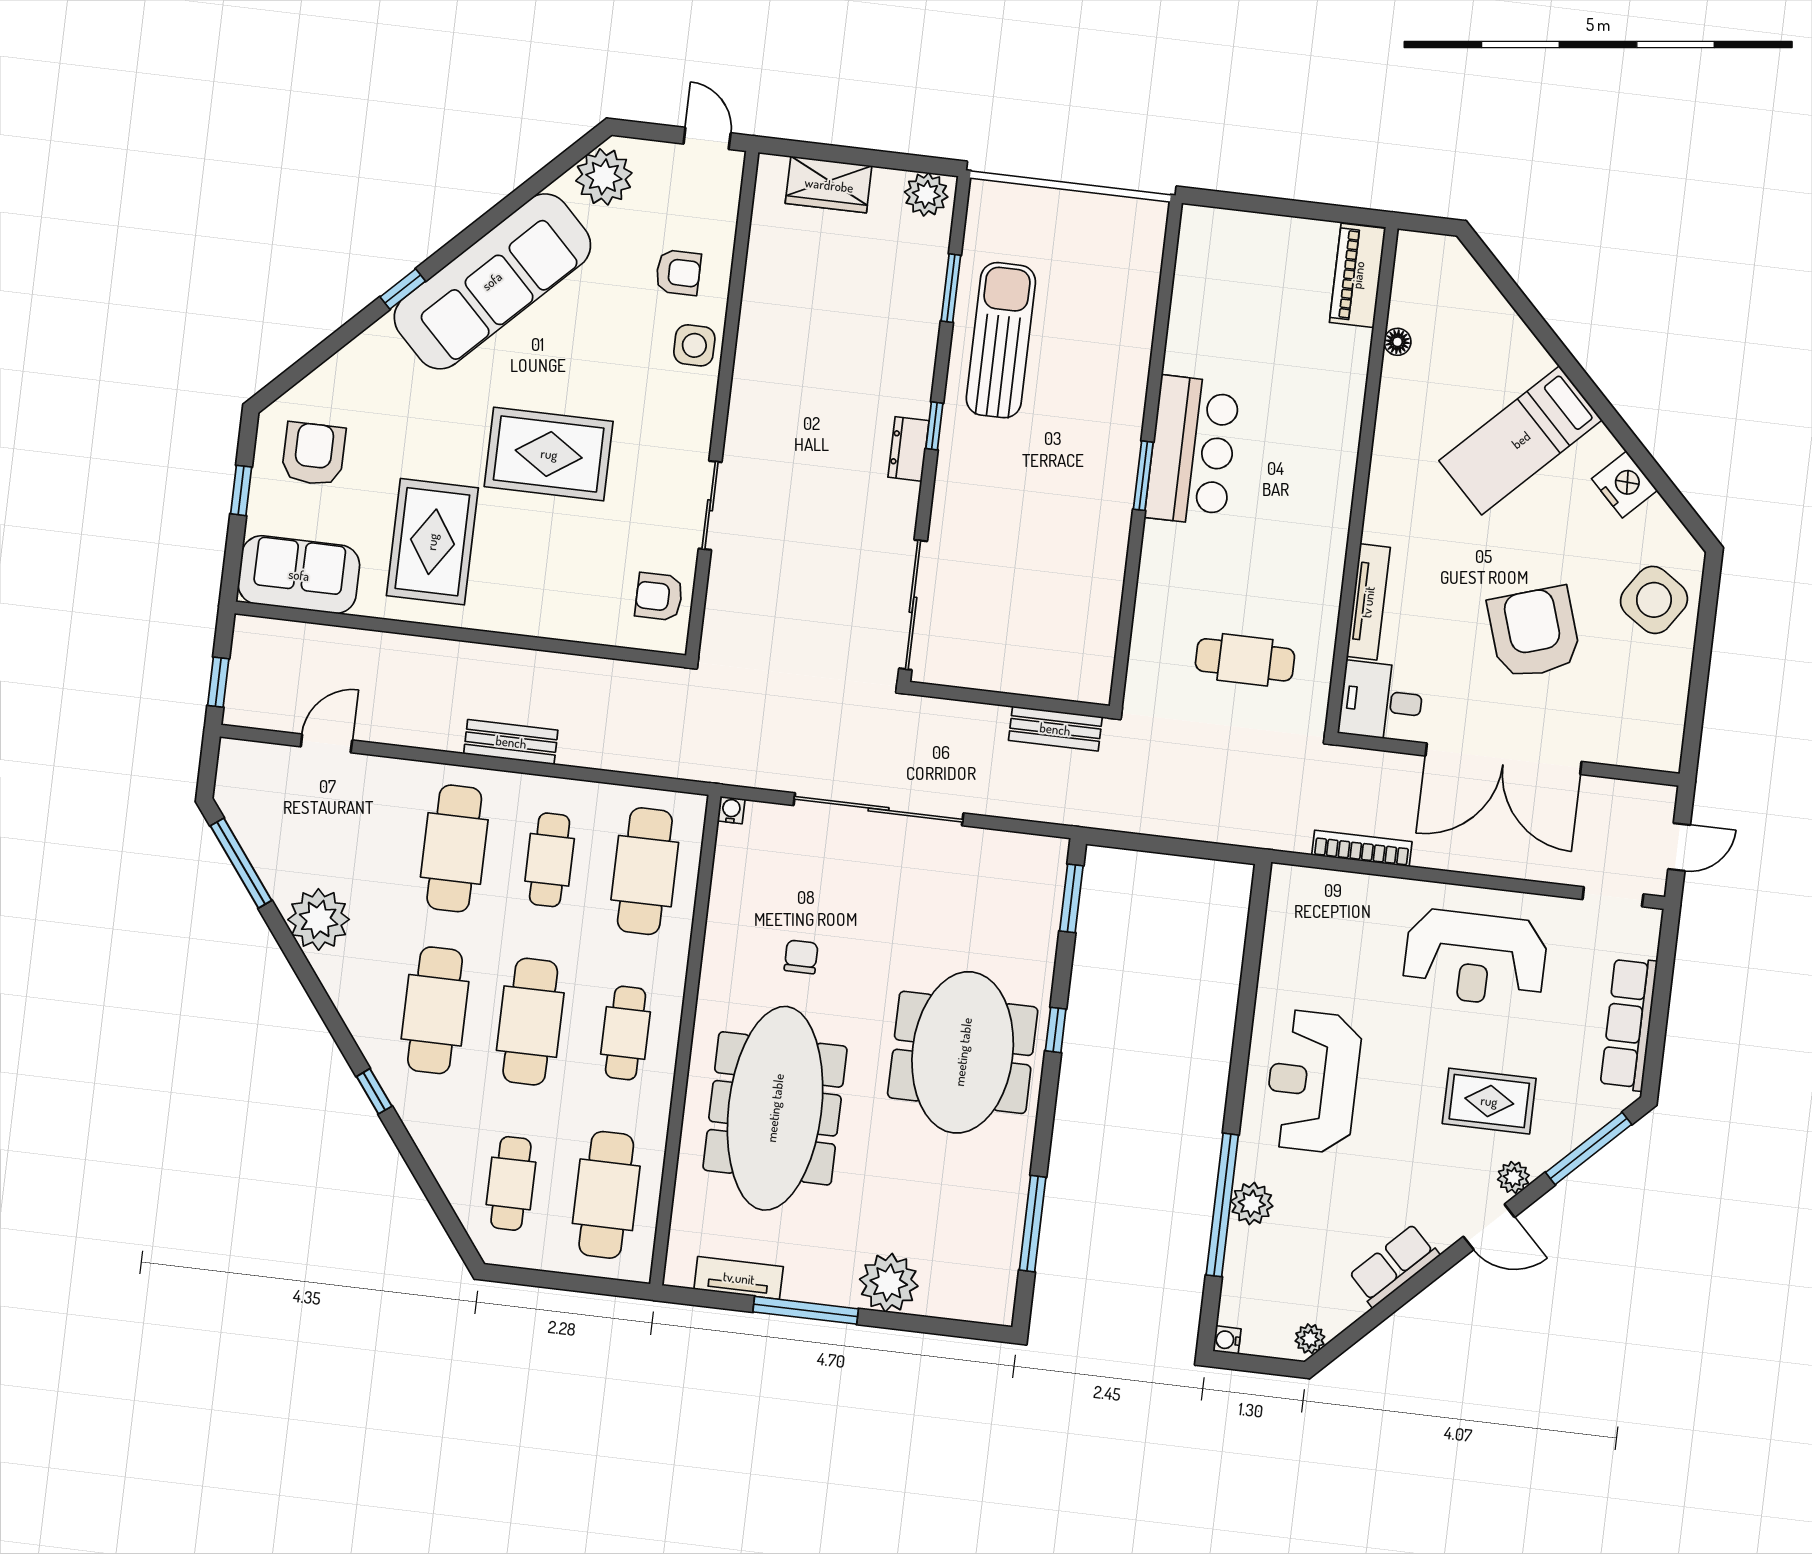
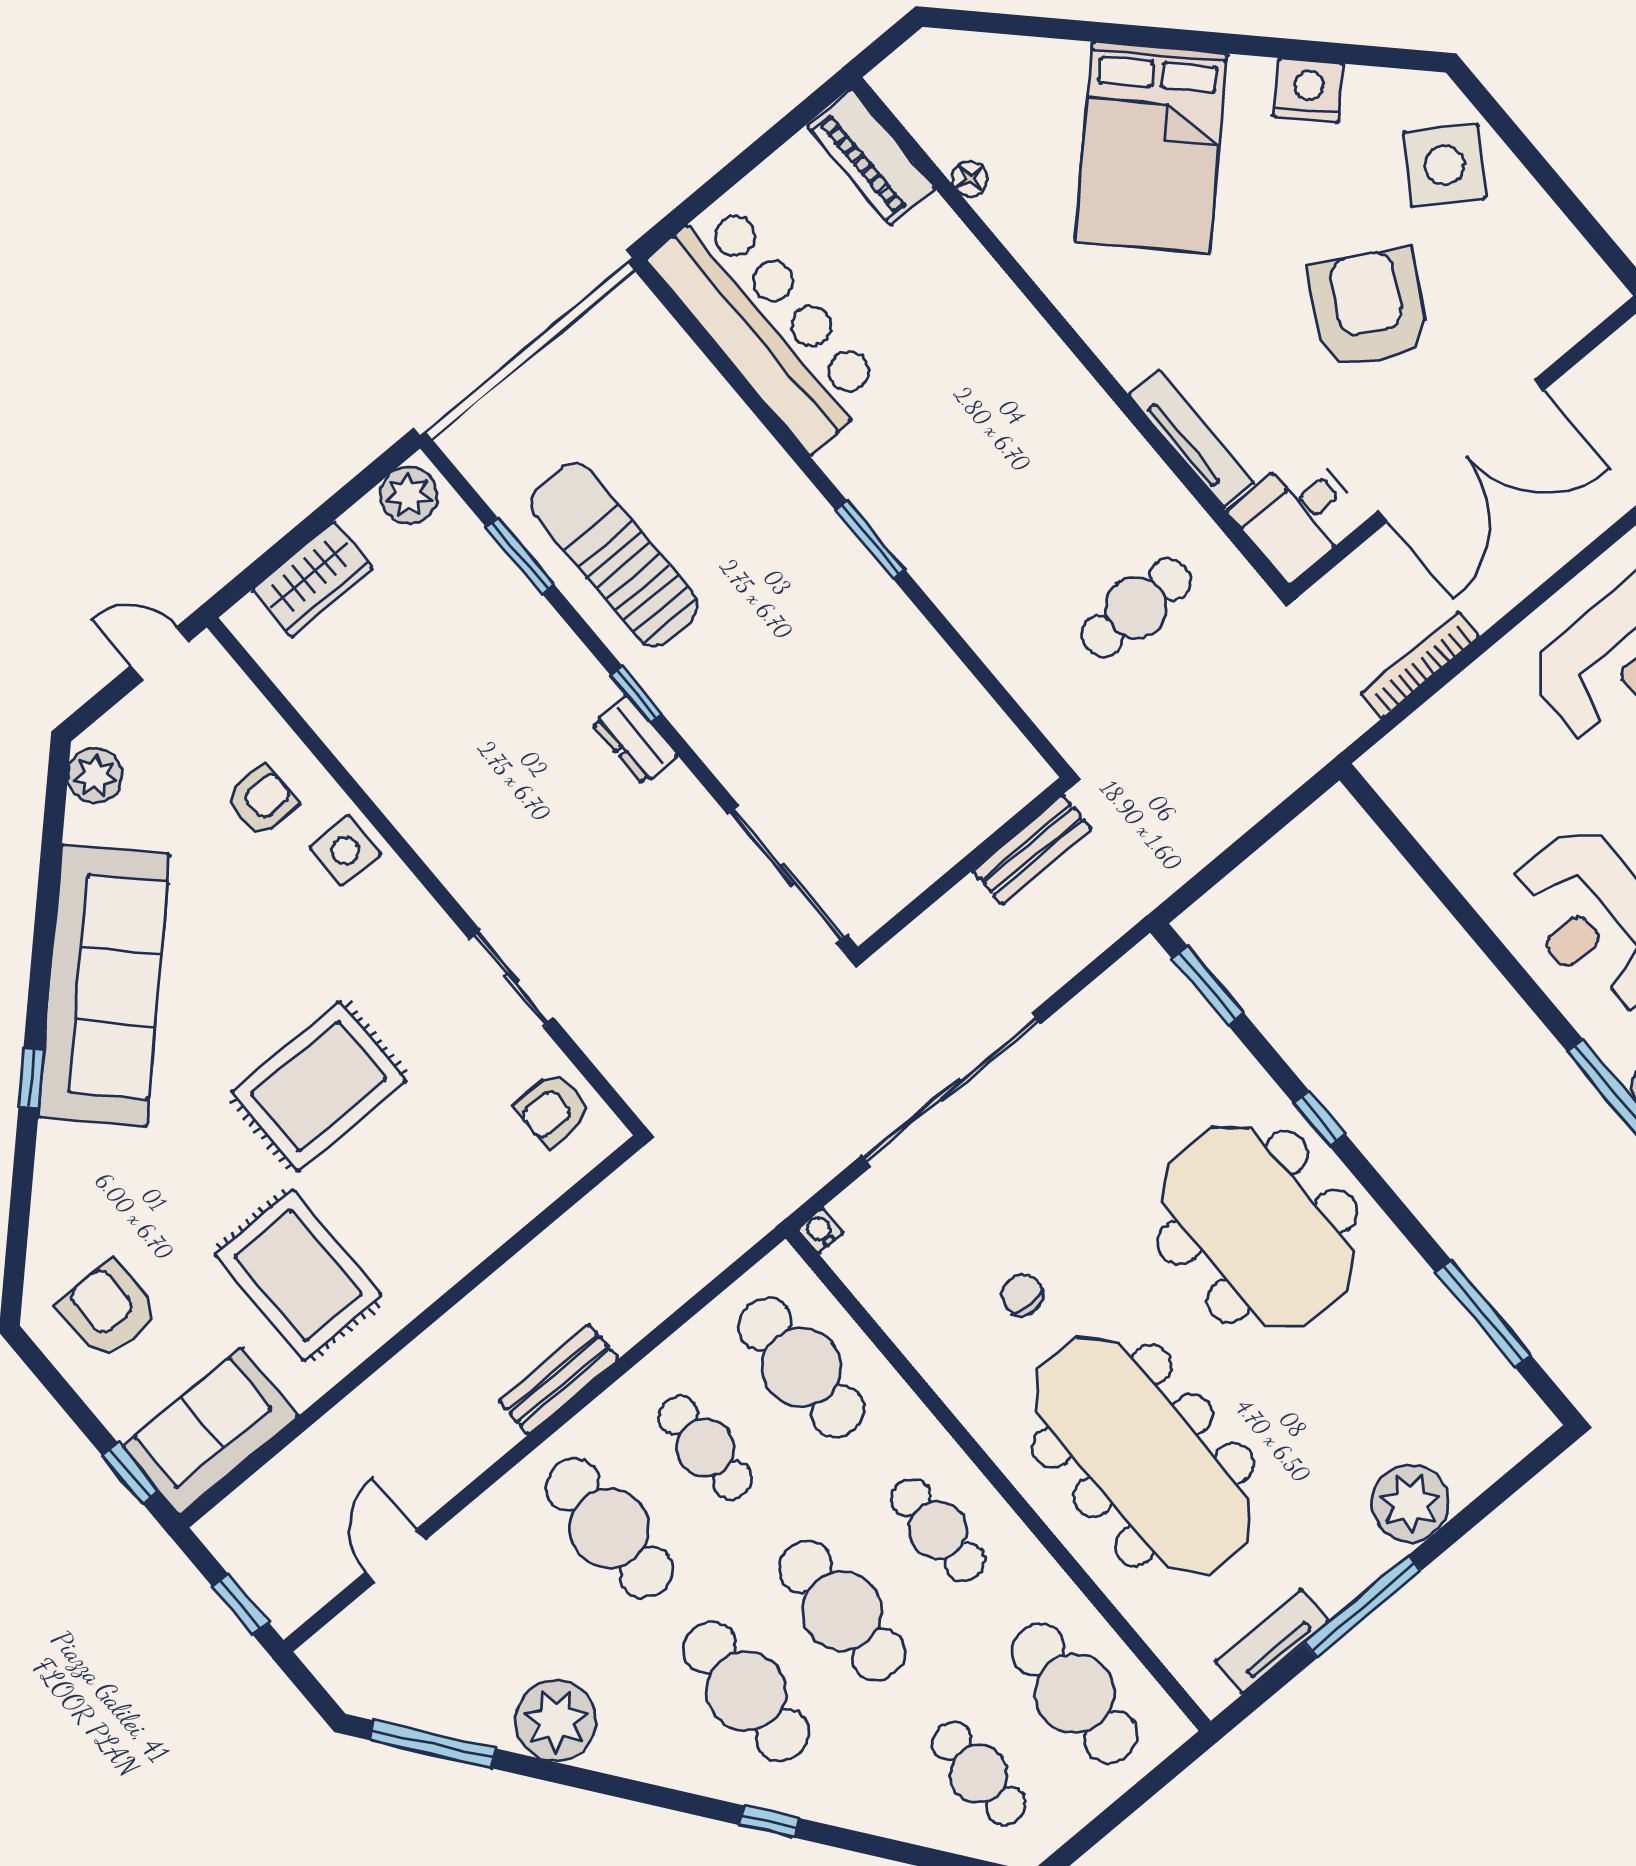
plant: (604, 177) -> (95, 775), width x0.73, depth x0.73
bed: (1521, 440) -> (1151, 148), width x1.50
bar counter: (1192, 451) -> (767, 324), moved, width x1.36
window: (241, 490) -> (130, 1473), moved
armchair: (1534, 633) -> (1369, 308), turned 47

